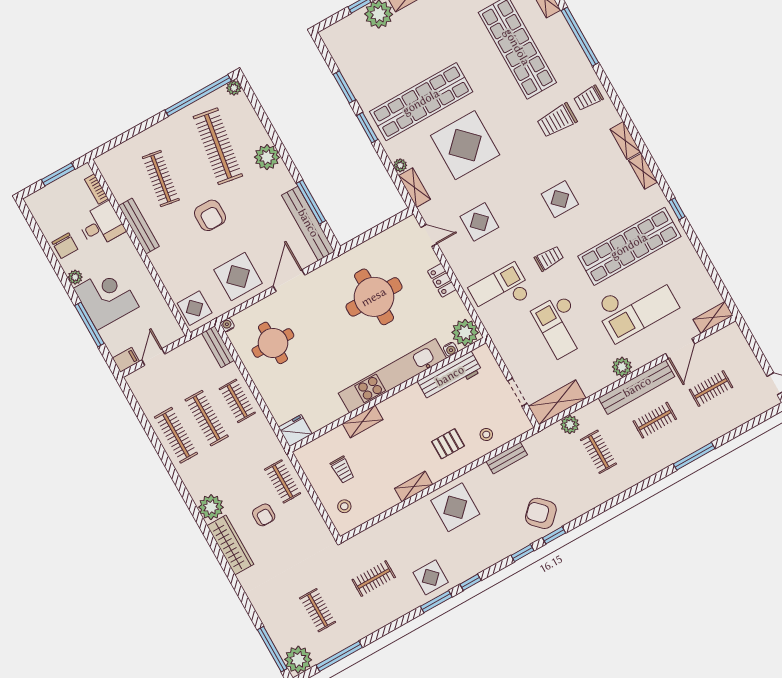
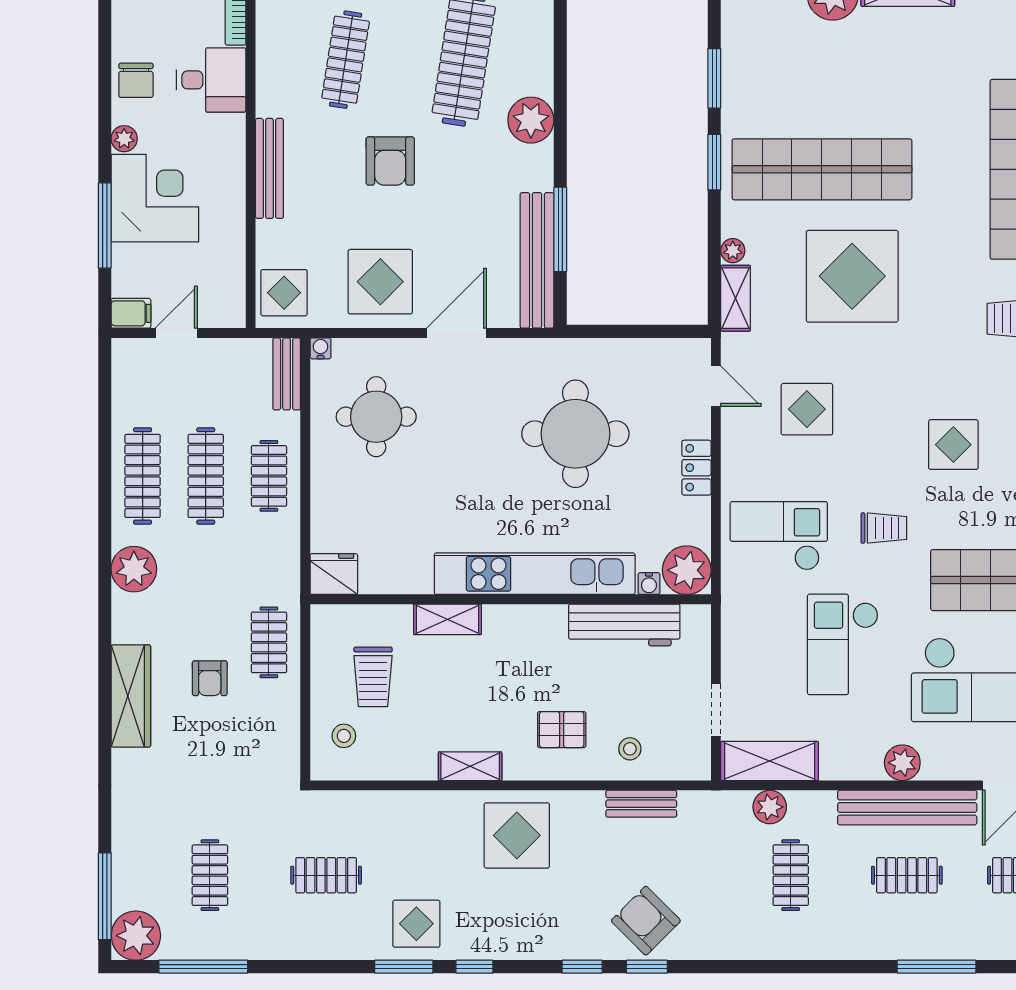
bench: (139, 226) -> (269, 168), moved
trolley: (342, 470) -> (373, 677), width x1.36, depth x1.39
plant: (211, 507) -> (134, 569), moved

